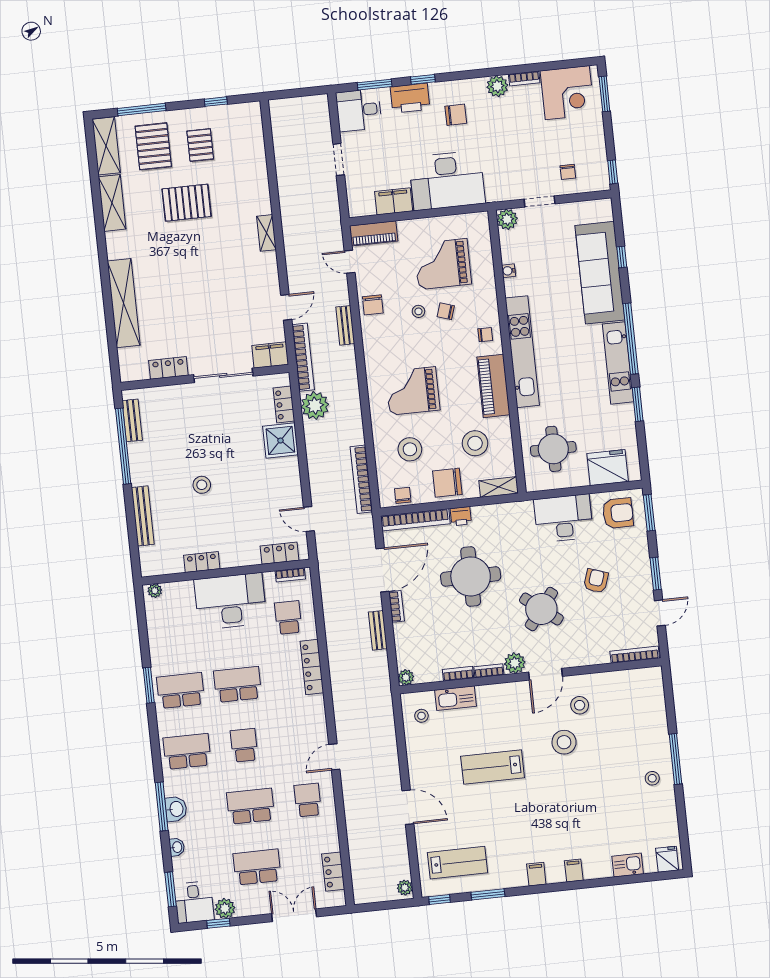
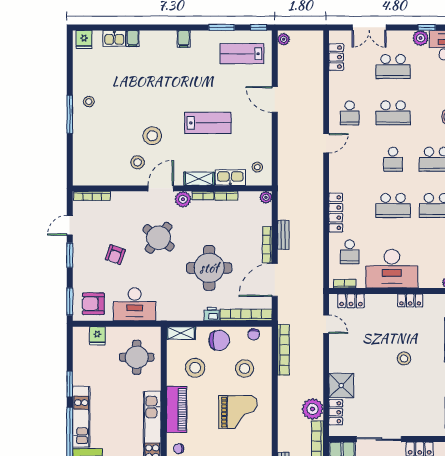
fridge: (608, 468) -> (97, 336), width x0.53, depth x0.75
bookcase: (396, 606) -> (267, 245), width x1.56
shelving: (496, 692) -> (199, 179), added
filing cabinet: (574, 871) -> (133, 38), moved

